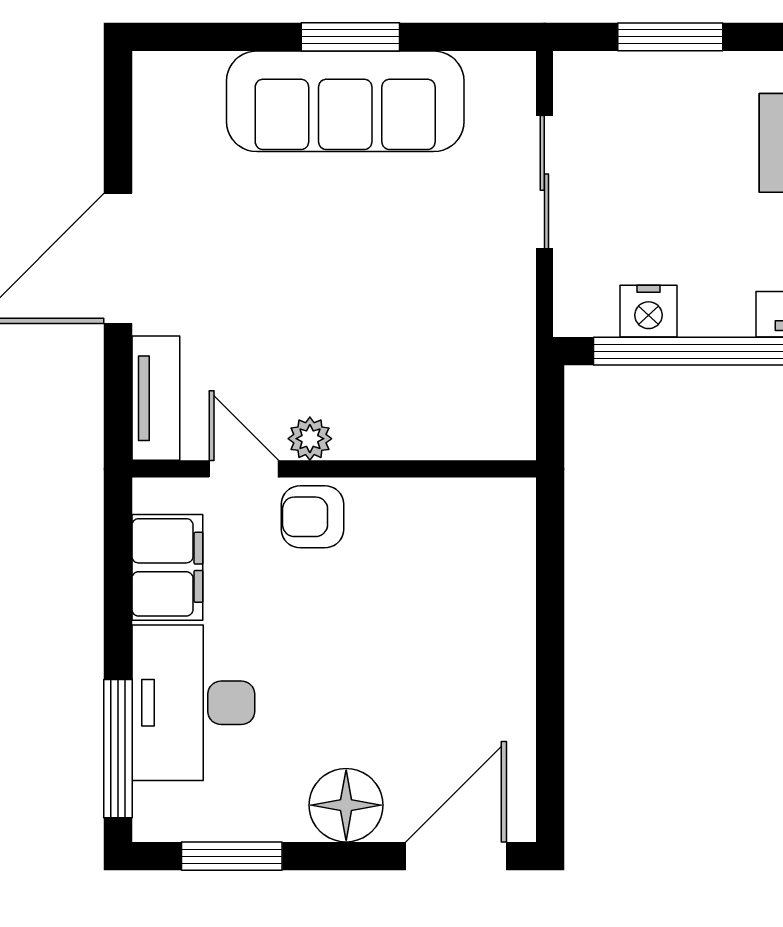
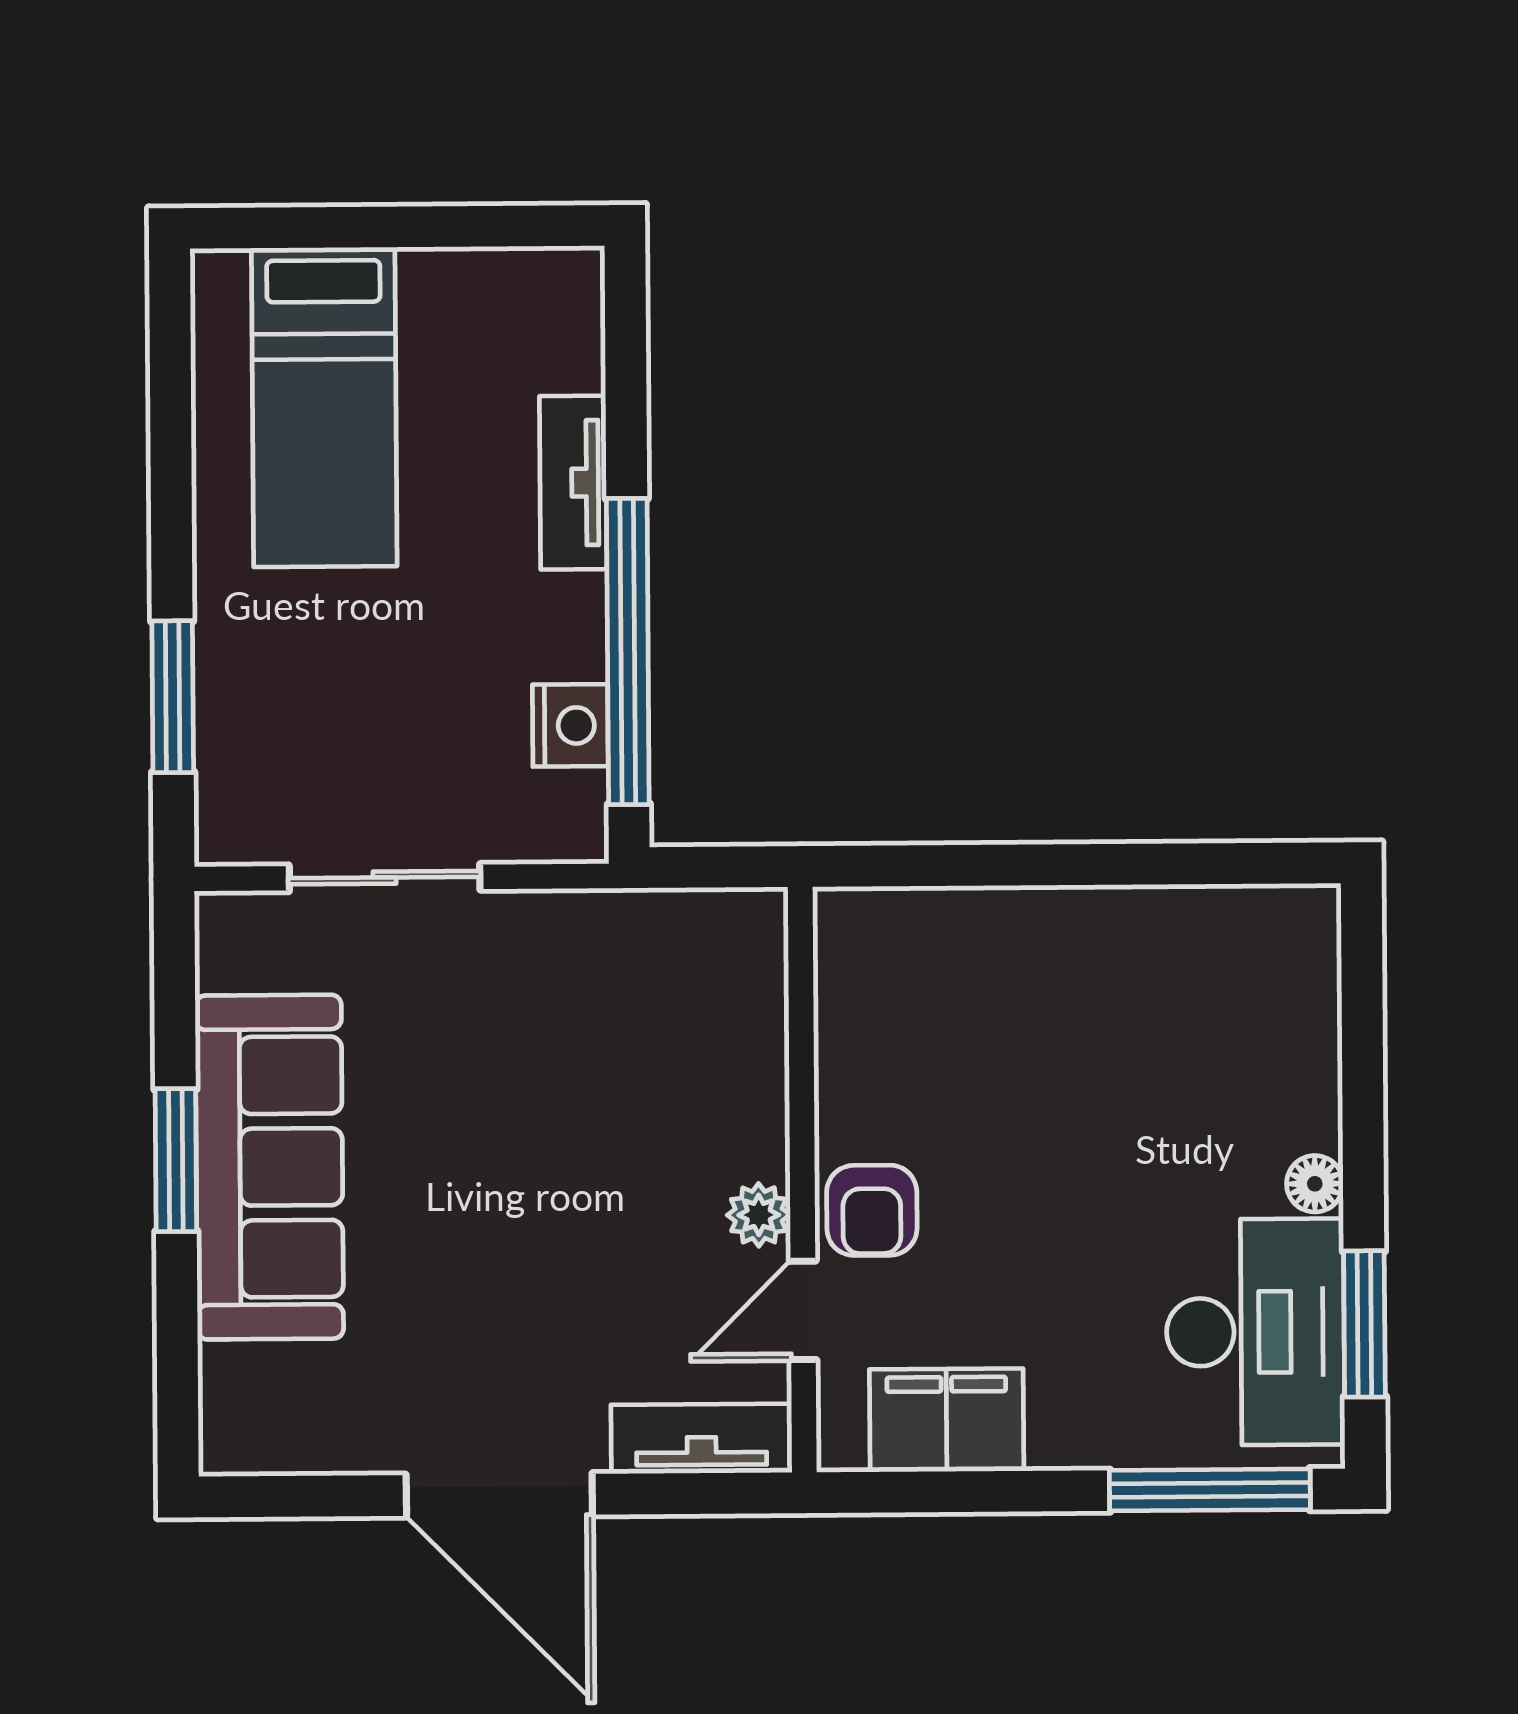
desk: (193, 703) -> (1255, 1332), moved, turned -90
floor lamp: (346, 805) -> (1315, 1184), width x0.53, depth x0.53
door: (456, 856) -> (1362, 999), removed

